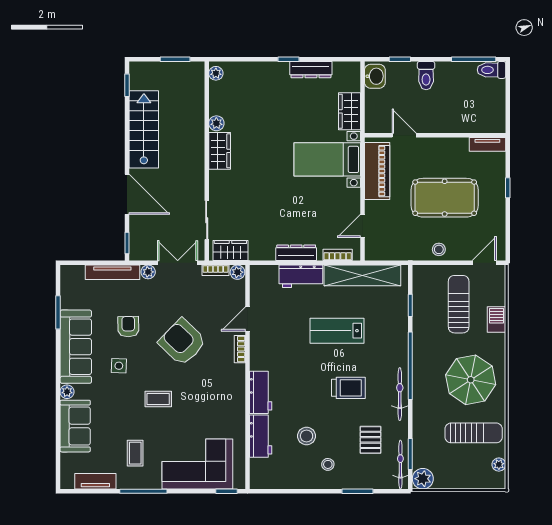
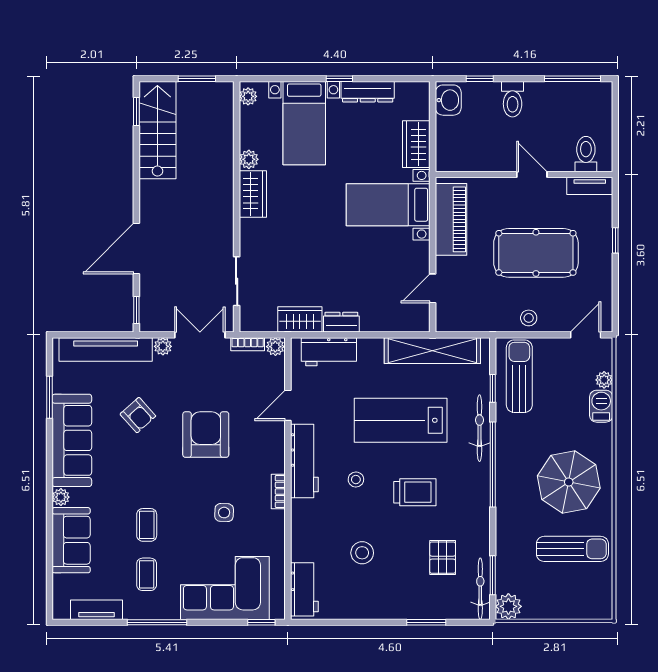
toilet: (491, 70) -> (586, 154), moved, turned 90
bed with nightstands: (260, 95) -> (304, 123), added
stairs: (144, 129) -> (157, 130), moved
door: (404, 135) -> (532, 174), moved
door: (127, 194) -> (136, 248), swing flipped
wardrobe: (230, 251) -> (300, 319), moved
dresser: (296, 253) -> (341, 322), width x0.70
bookcase: (338, 255) -> (401, 325), removed
tv unit: (112, 272) -> (106, 349), width x1.36, depth x1.29
workbench: (301, 276) -> (329, 352), moved
sun lounger: (459, 304) -> (519, 376), moved
armchair: (128, 327) -> (138, 415), turned 139
lab bench: (337, 331) -> (401, 420), width x1.36, depth x1.39
armchair: (182, 342) -> (206, 435), turned 46
bookcase: (240, 349) -> (278, 491), moved
side table: (119, 366) -> (224, 513), moved
workbench: (261, 392) -> (304, 461), moved, width x1.38
bicycle: (400, 394) -> (479, 428), moved
coffee table: (158, 399) -> (147, 525), moved, turned 90
workbench: (261, 436) -> (304, 589), moved
stool: (328, 464) -> (356, 480), moved
plant: (499, 465) -> (604, 380), moved

